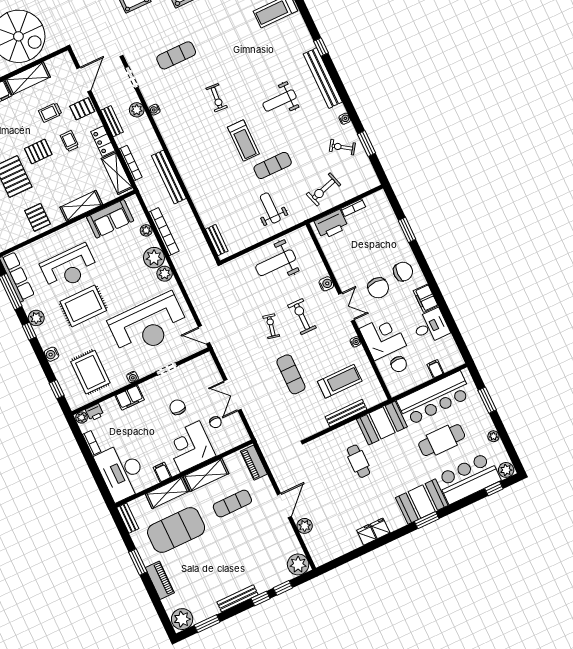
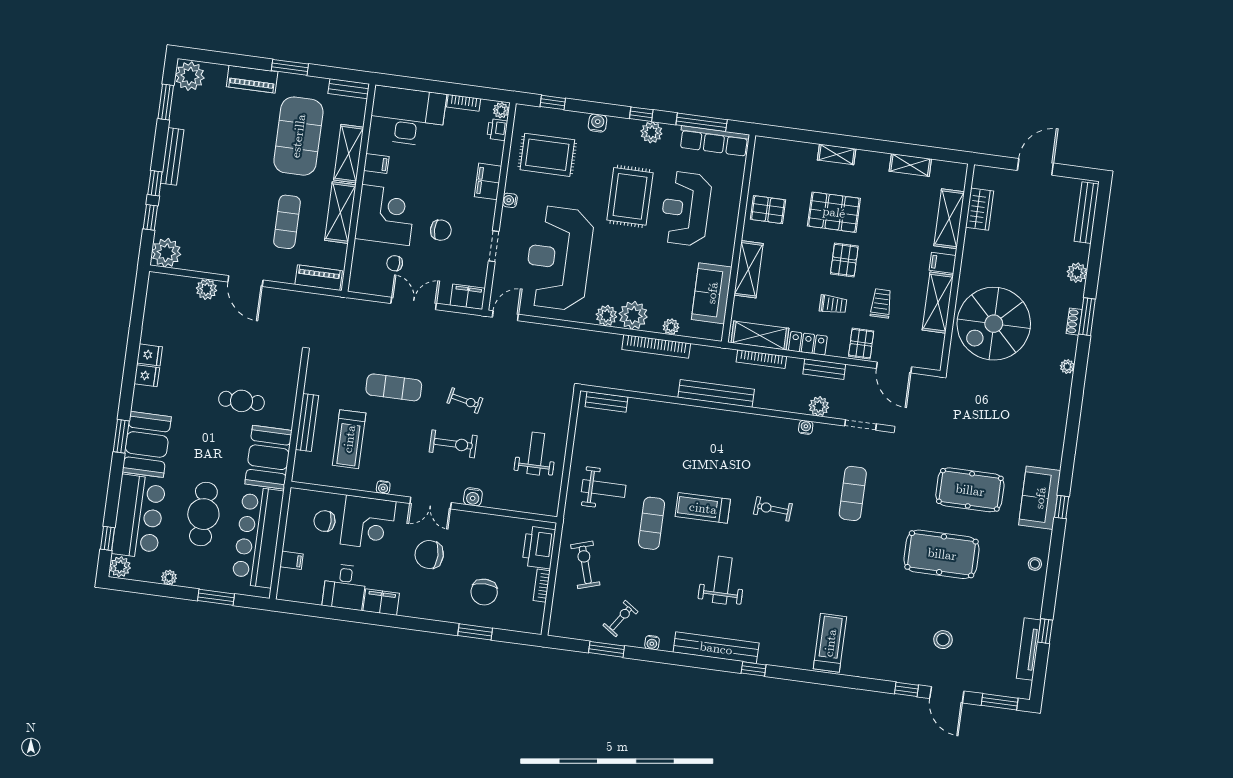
weight bench: (276, 263) -> (536, 454), width x0.73, depth x0.75
chair: (403, 272) -> (484, 592), moved
filing cabinet: (207, 365) -> (468, 297), added

